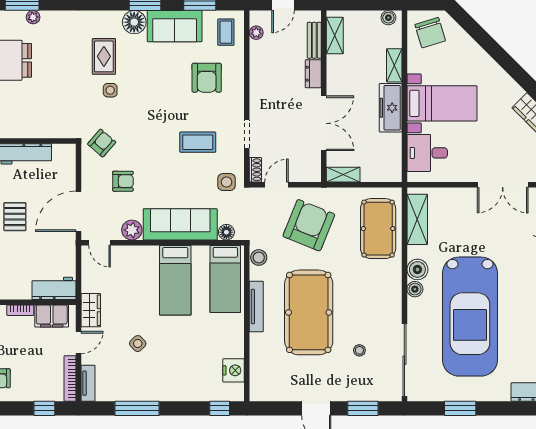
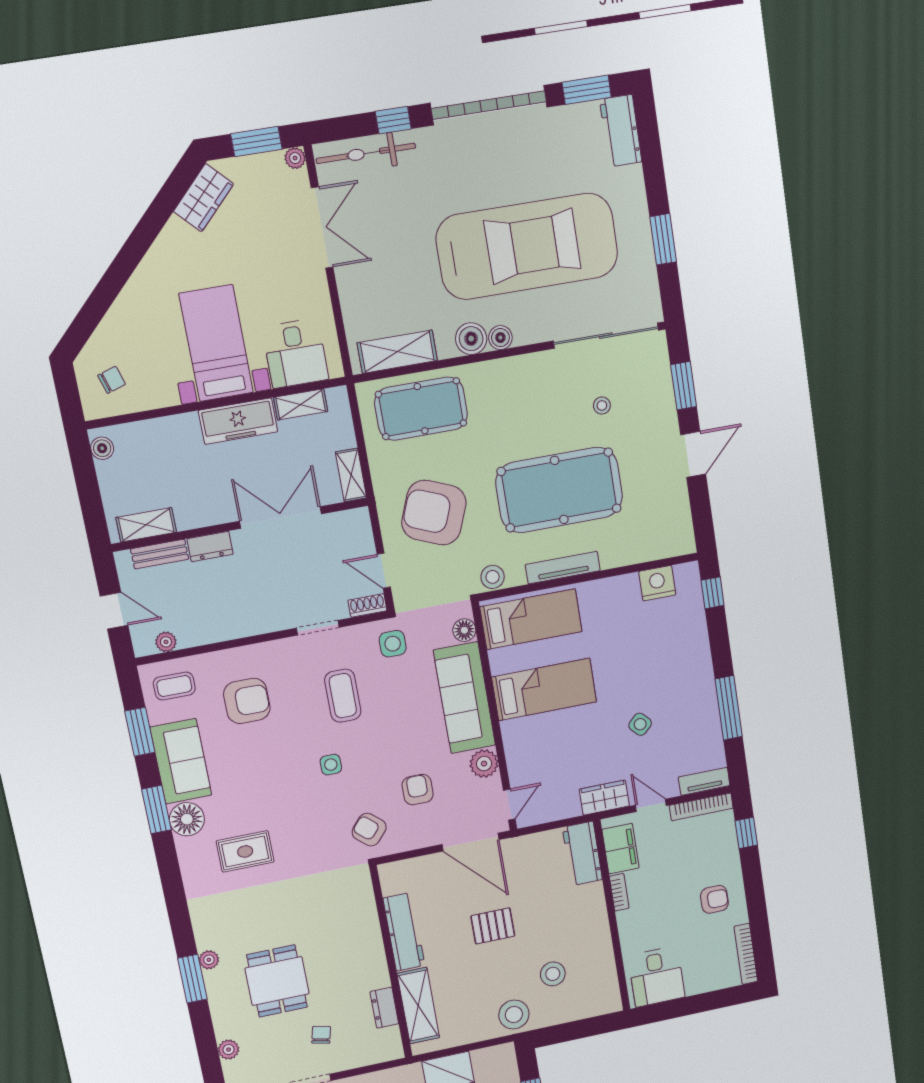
chair: (430, 33) -> (112, 380), width x0.54, depth x0.54
shelving: (394, 65) -> (301, 404), moved
side table: (110, 90) -> (331, 765), moved

